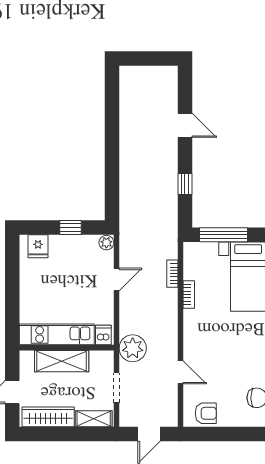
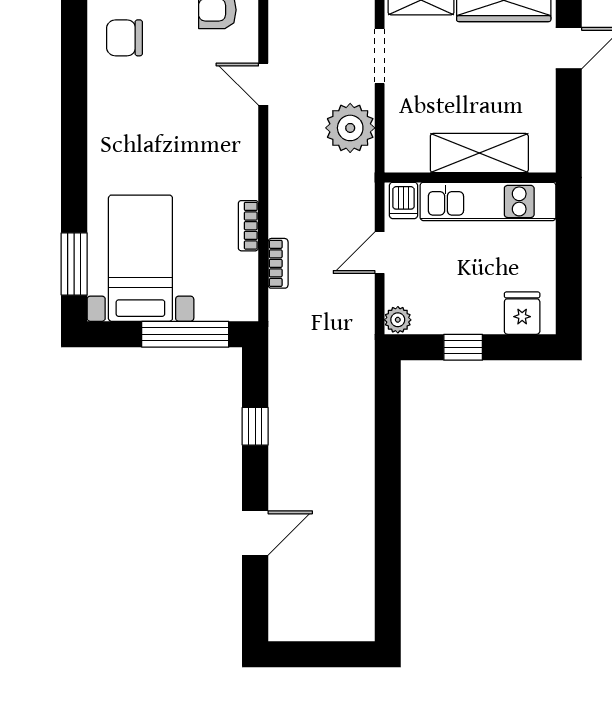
door: (185, 125) -> (255, 533), swing flipped
kitchen unit: (57, 334) -> (488, 201), moved
dishwasher: (103, 335) -> (403, 200), moved
wall: (67, 348) -> (470, 177), moved
shelving: (62, 361) -> (479, 153), moved

